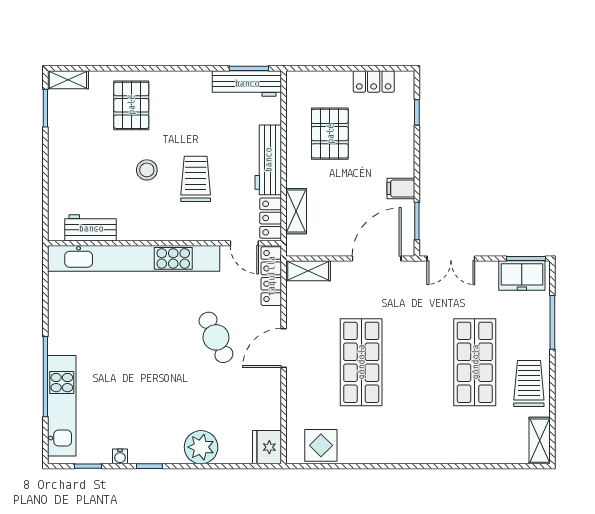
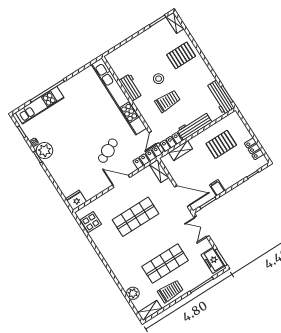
workbench: (91, 228) -> (131, 87), moved
plant: (201, 447) -> (45, 151), moved
plant: (491, 451) -> (133, 293), added

